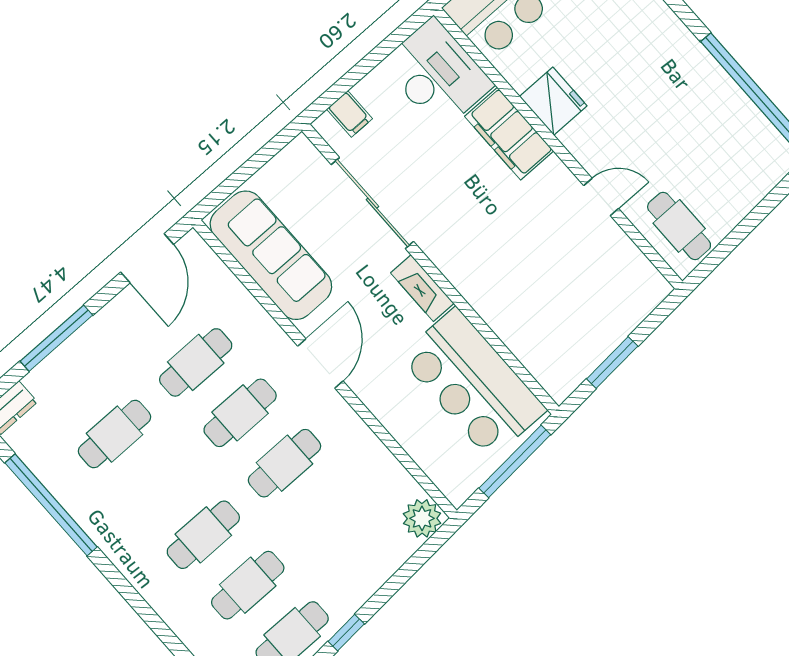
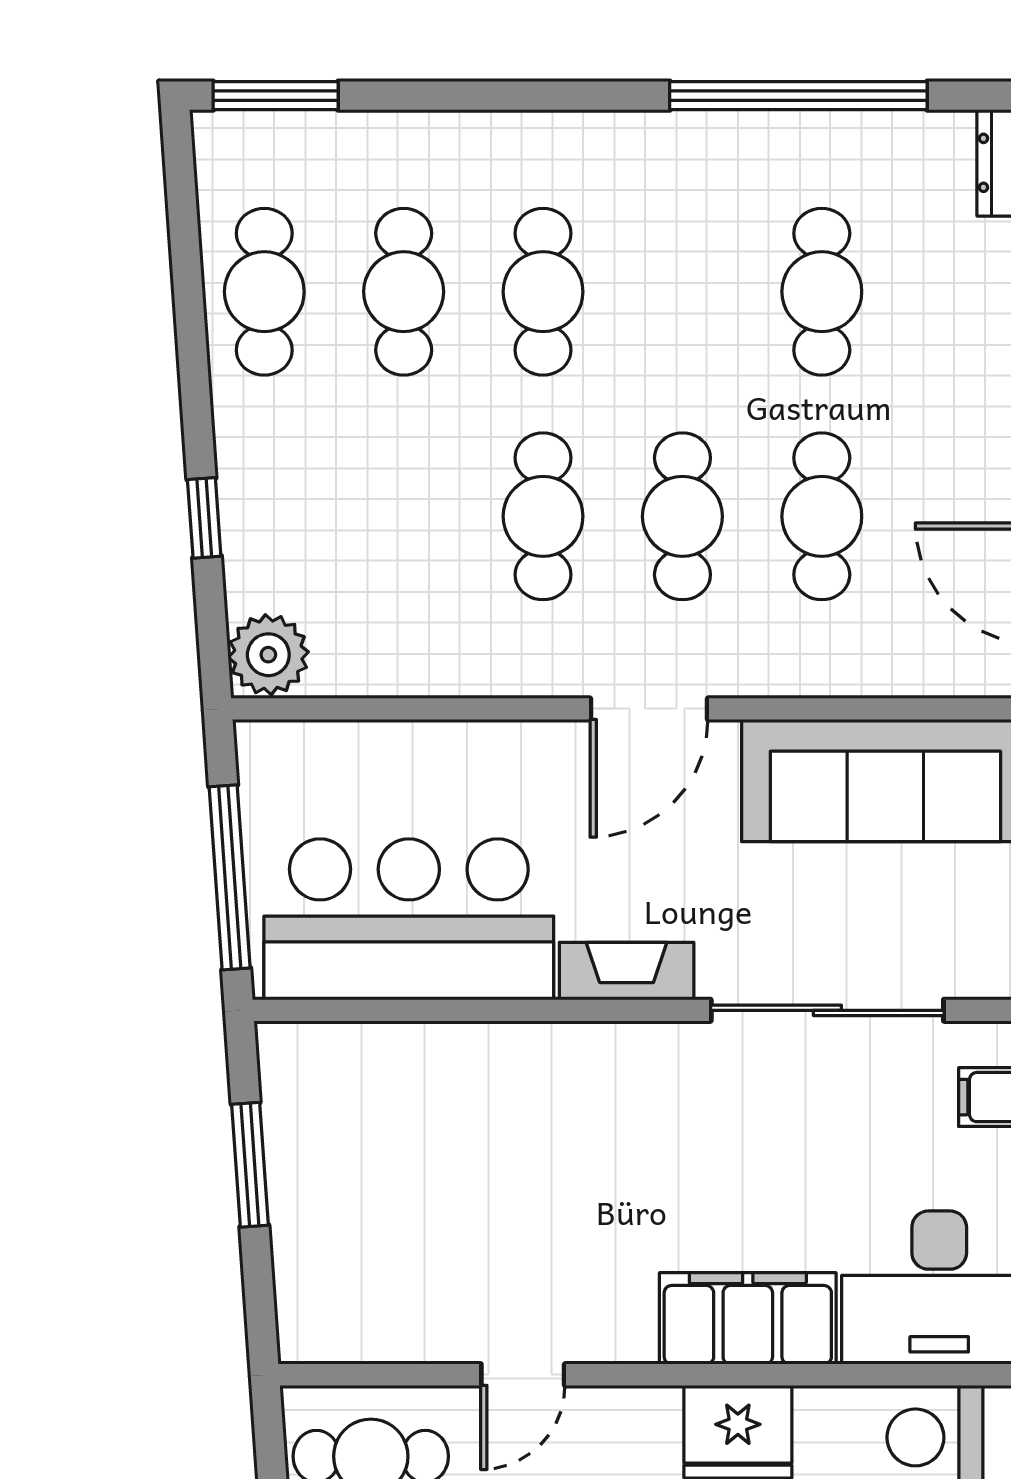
door: (320, 364) -> (649, 709), hinge flipped
window: (346, 633) -> (204, 518), moved

